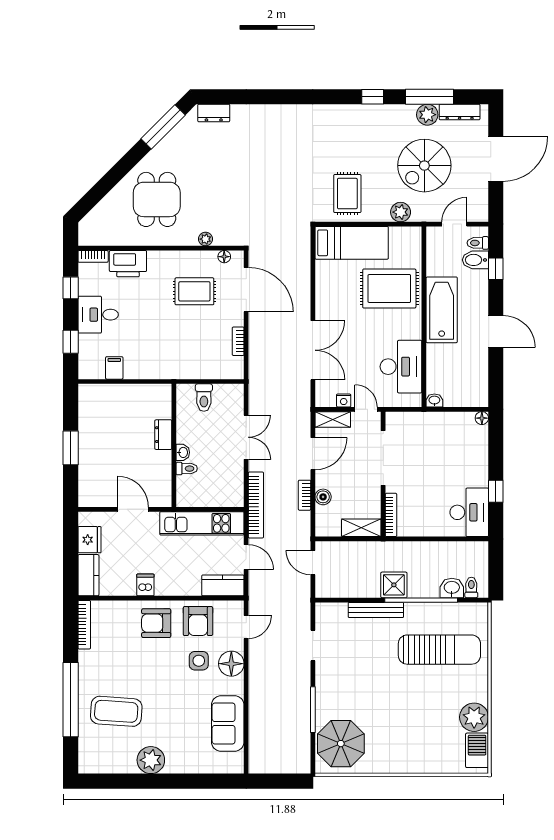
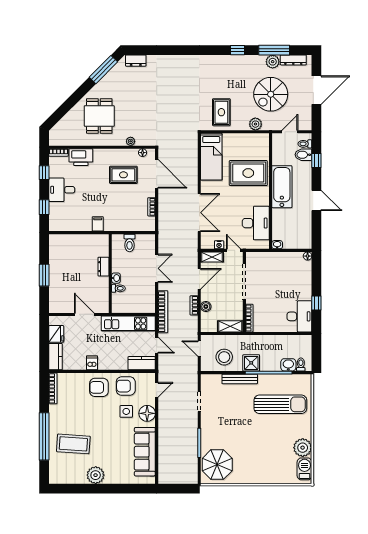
bed: (352, 243) -> (211, 157), moved, turned 90
filing cabinet: (114, 368) -> (98, 224), moved
stool: (352, 576) -> (224, 357), added
armchair: (198, 621) -> (126, 386), turned 90
sofa: (228, 723) -> (145, 452), width x1.36

